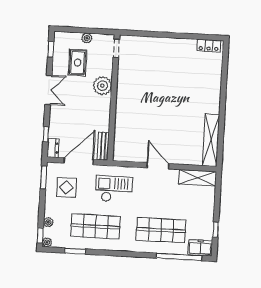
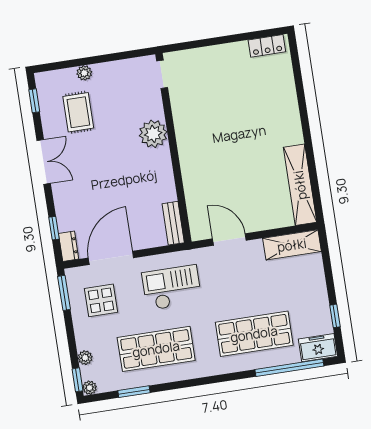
doorway: (116, 48) -> (162, 74), moved
plant: (102, 86) -> (153, 134), moved
wall: (114, 98) -> (173, 148), moved
bench: (103, 146) -> (173, 223), moved

